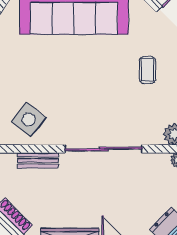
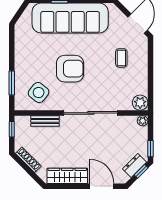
armchair: (74, 85) -> (70, 69), added

